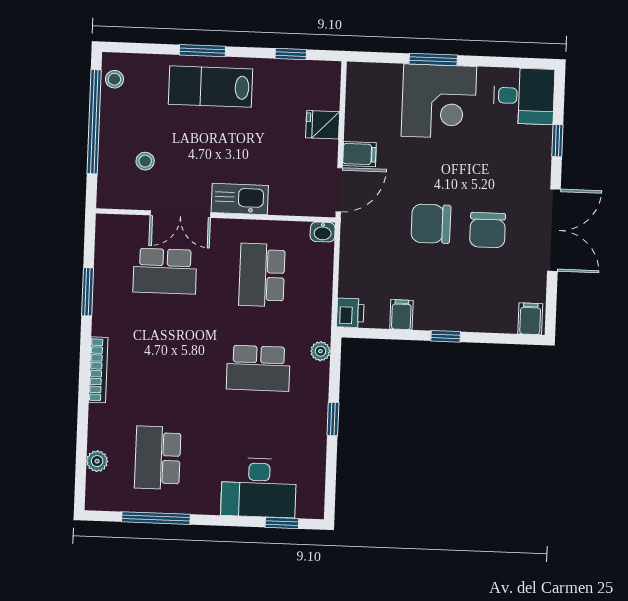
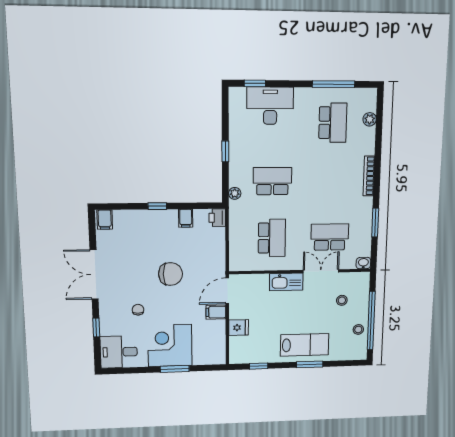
stool: (114, 79) -> (358, 329), moved
chair: (488, 230) -> (138, 310), moved, width x0.54, depth x0.54
washbasin: (323, 232) -> (363, 263), moved

